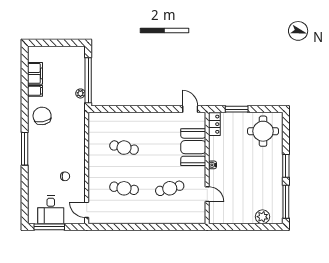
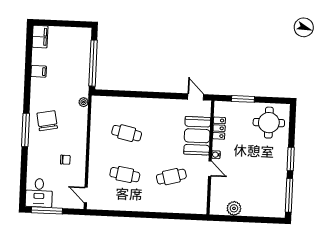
filing cabinet: (35, 73) -> (40, 37), moved
plant: (80, 93) -> (84, 102), moved
chair: (42, 116) -> (47, 121), moved
locker: (214, 124) -> (219, 128), moved
door: (207, 194) -> (210, 169), moved
desk: (51, 210) -> (39, 193), moved
plant: (263, 217) -> (234, 208), moved

